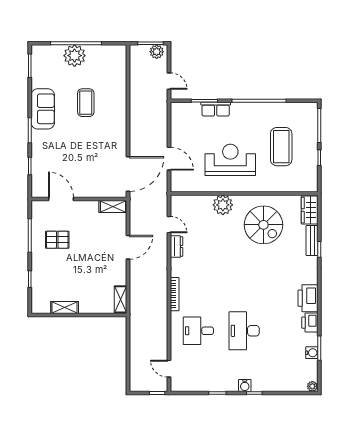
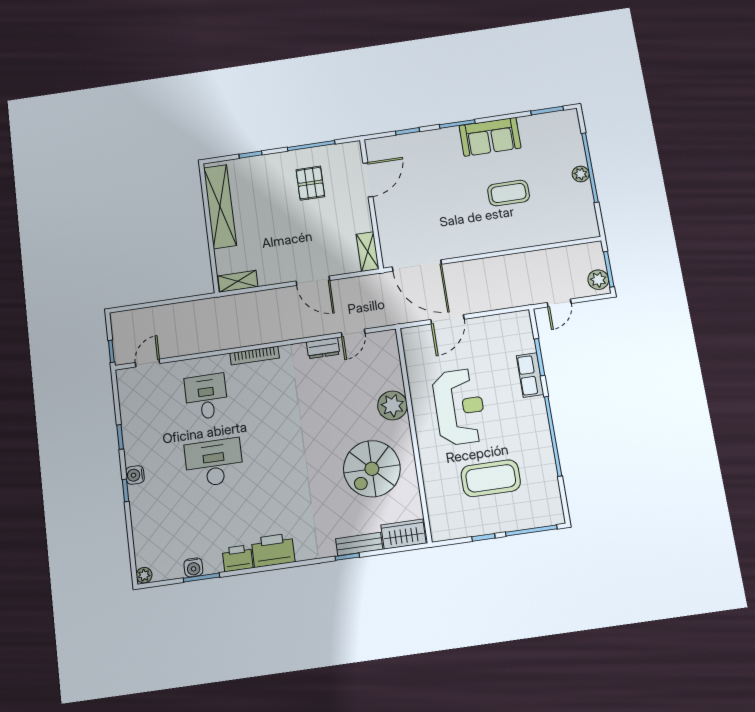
plant: (75, 56) -> (581, 174), width x0.53, depth x0.53
shelving: (65, 308) -> (220, 207), width x2.20, depth x1.33

